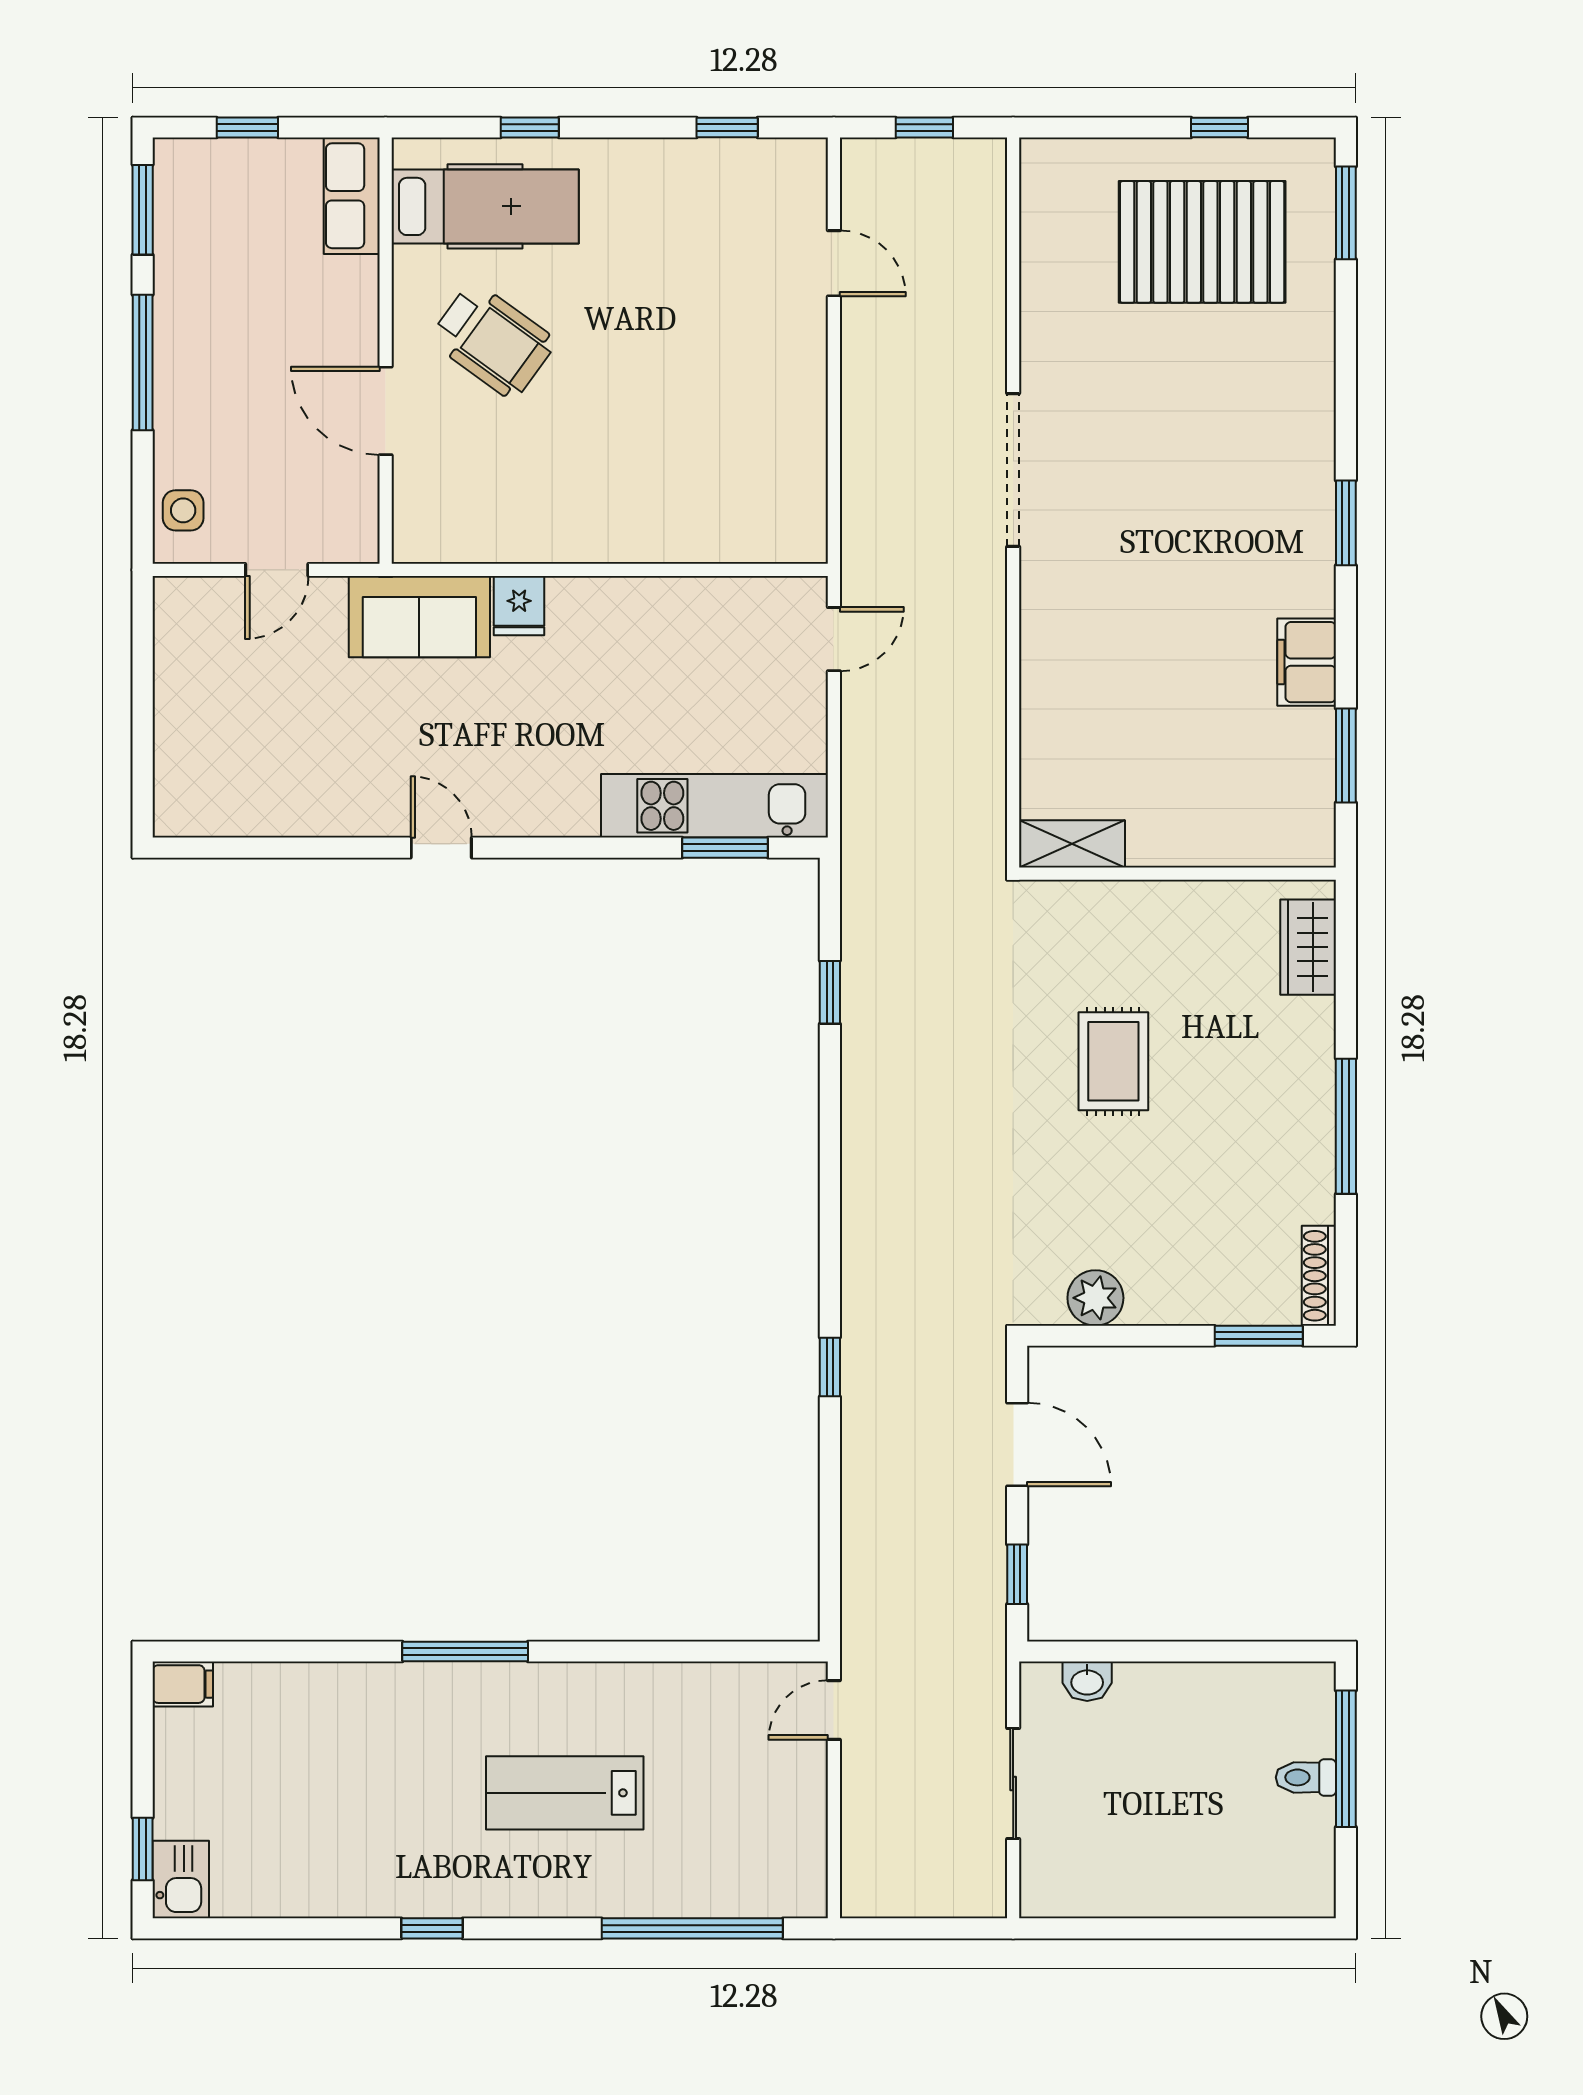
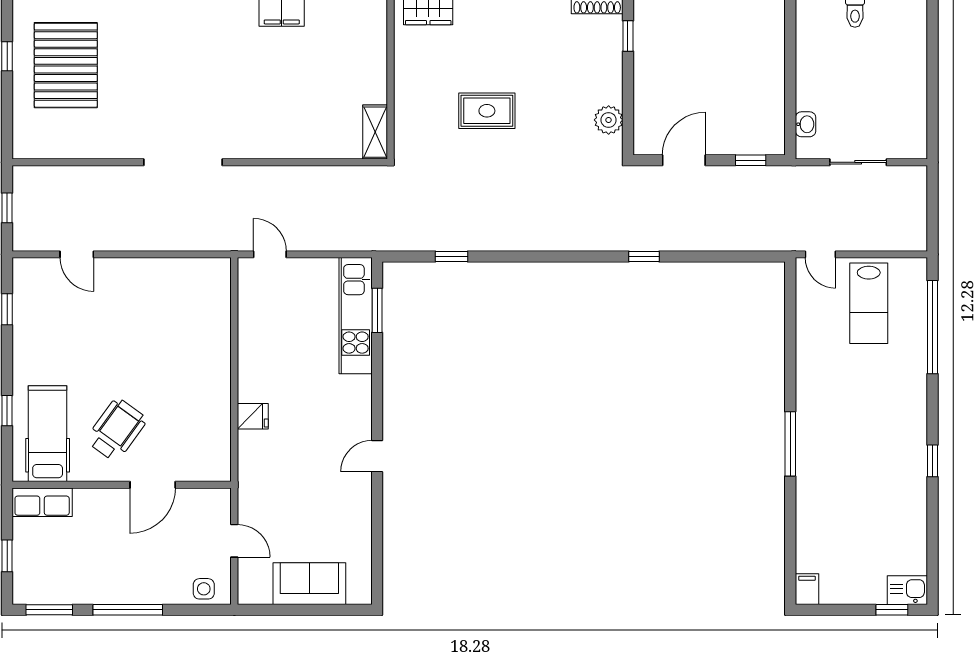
door: (834, 263) -> (77, 254), swing flipped
sofa: (419, 617) -> (309, 584), moved, turned -90
window: (1259, 1336) -> (628, 36), width x0.67
lab bench: (565, 1793) -> (869, 303), moved

